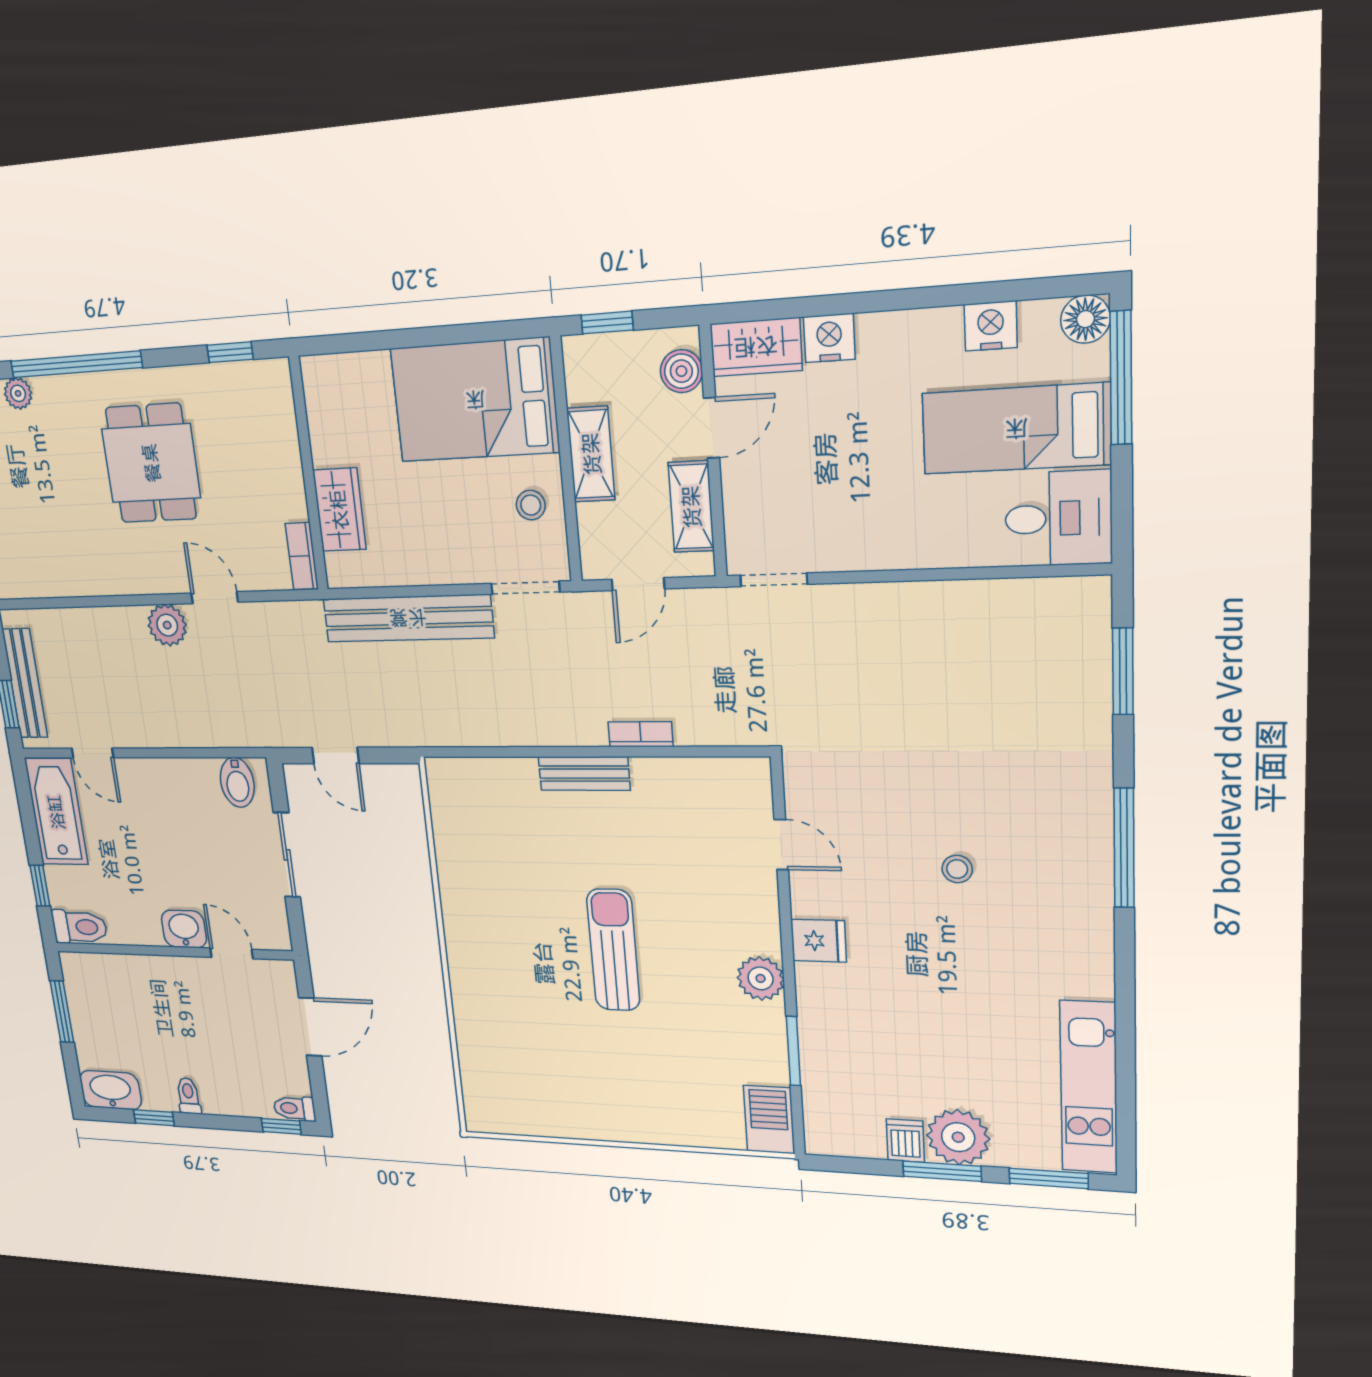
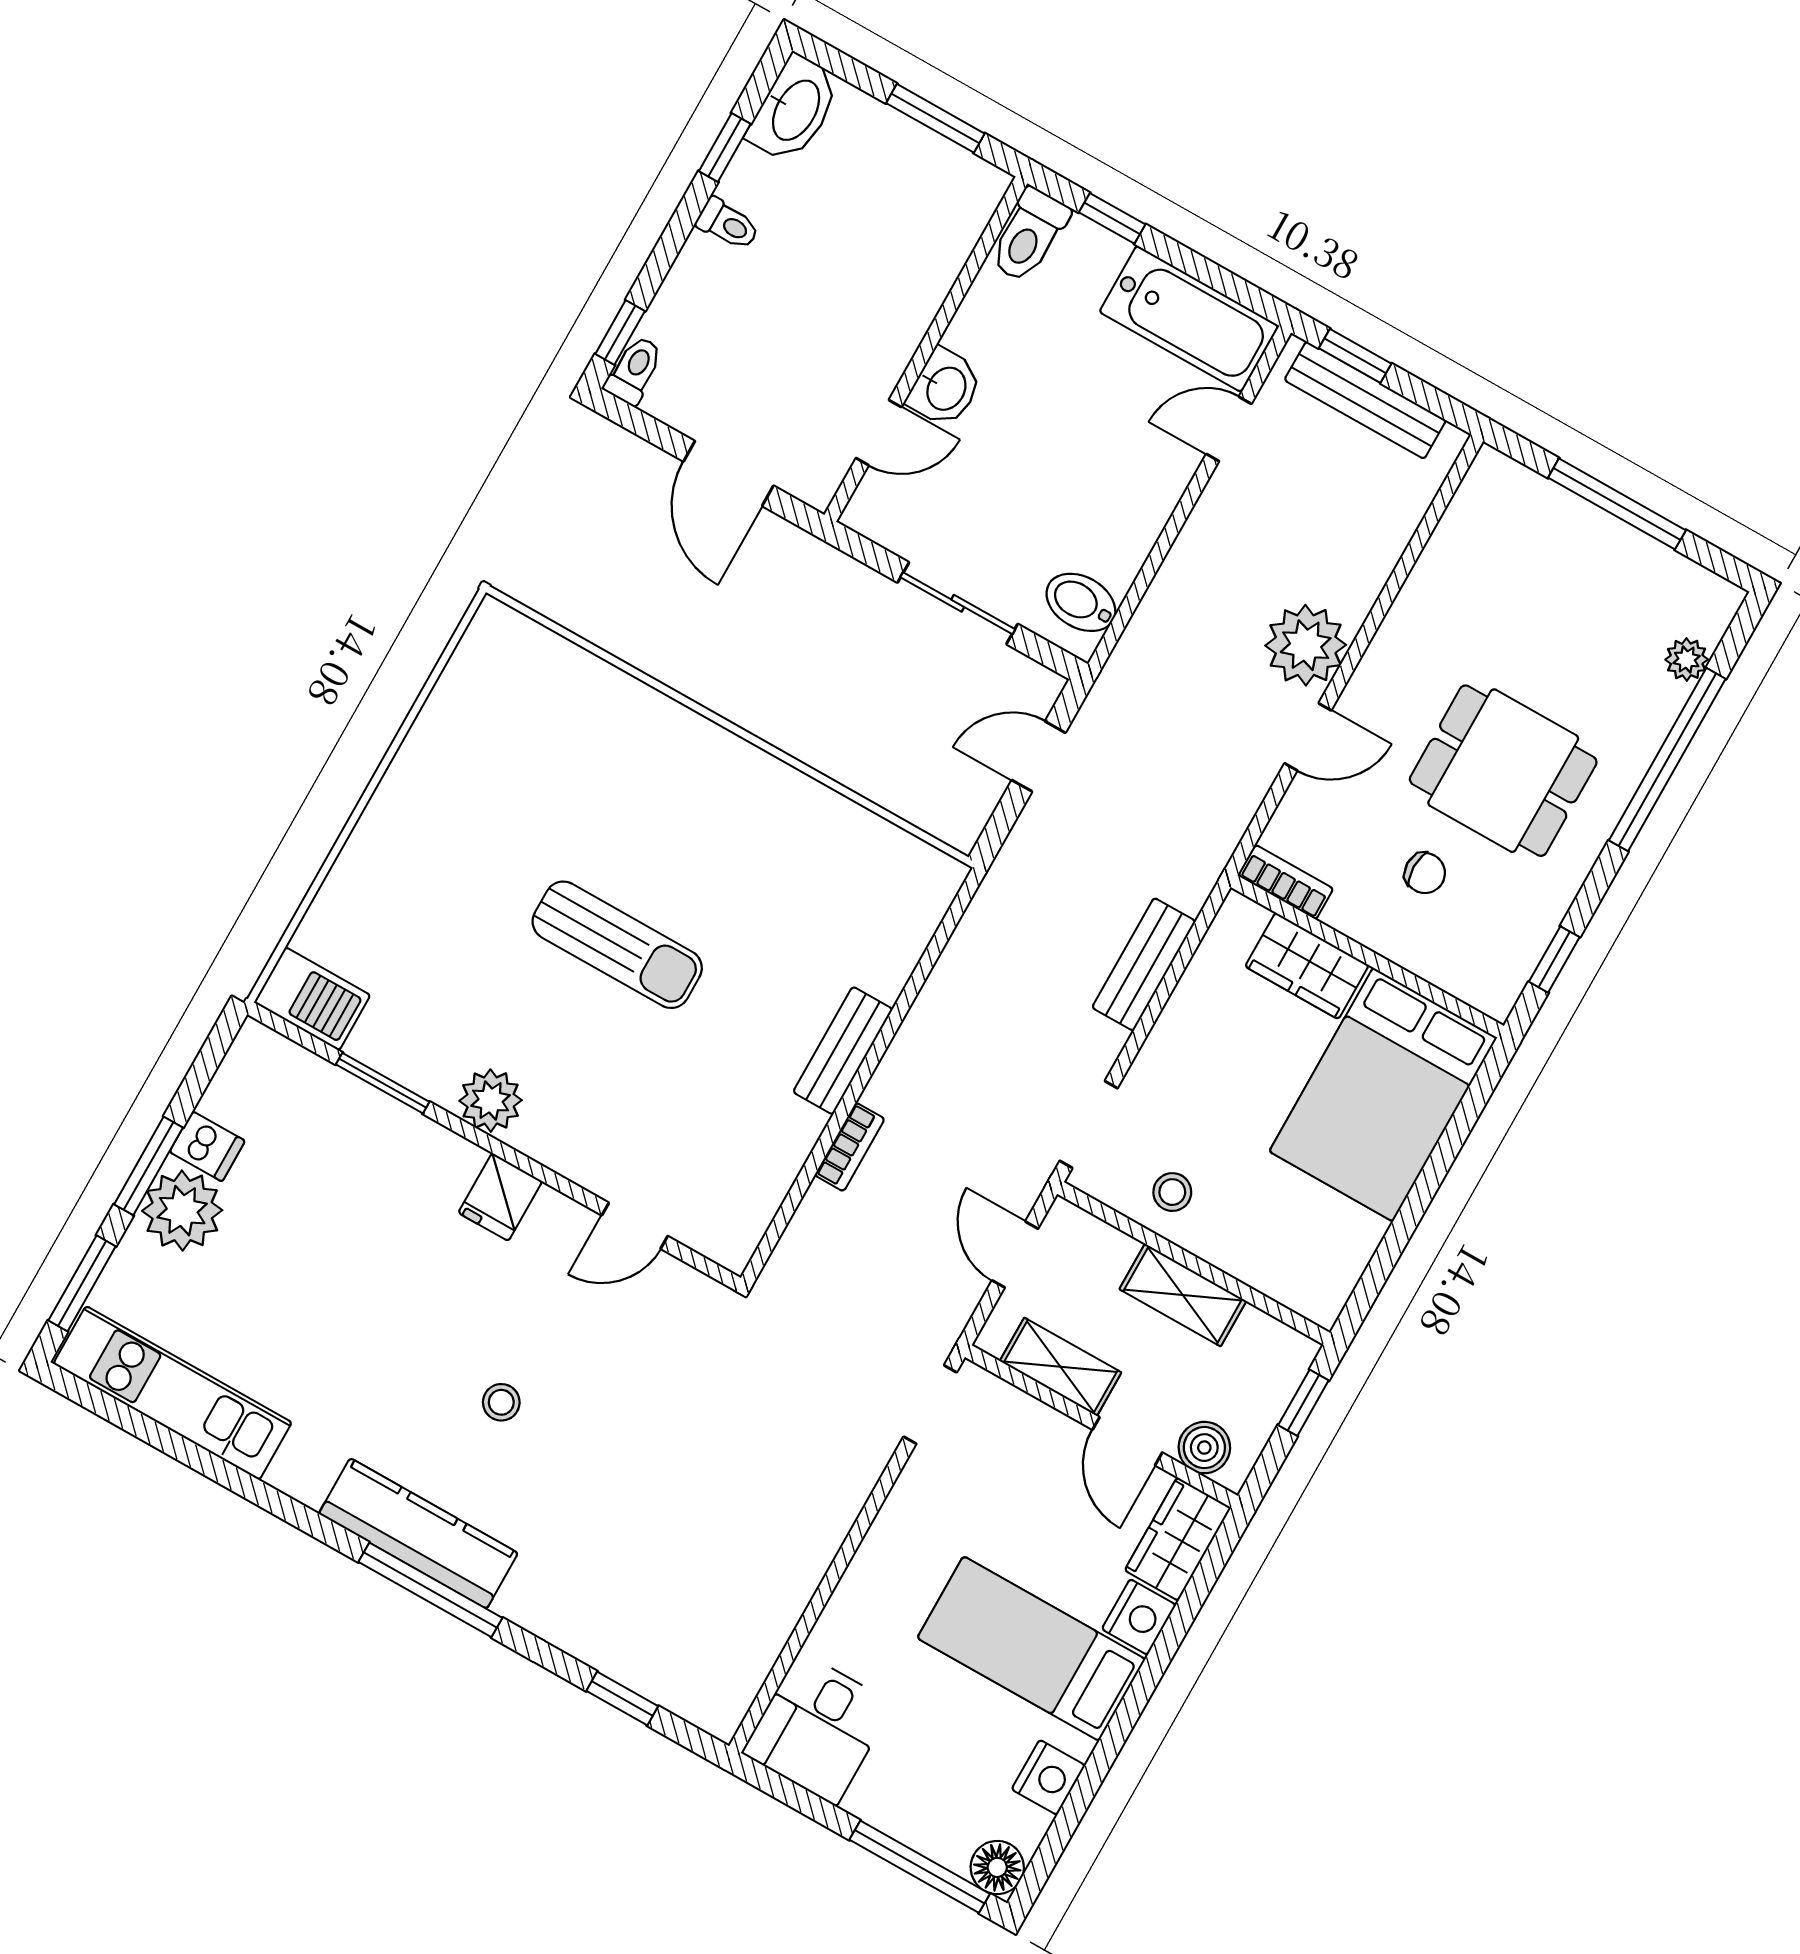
bed: (475, 400) -> (1383, 1095), moved, turned 180
bed: (1016, 429) -> (1031, 1649), moved, turned -90
chair: (238, 472) -> (1425, 873), added
bench: (408, 618) -> (1144, 964), width x0.54, depth x0.82
plant: (167, 625) -> (1306, 645), width x1.36, depth x1.36
window: (1123, 671) -> (622, 1699), width x0.67
kitchen counter: (1087, 877) -> (418, 1533), added

